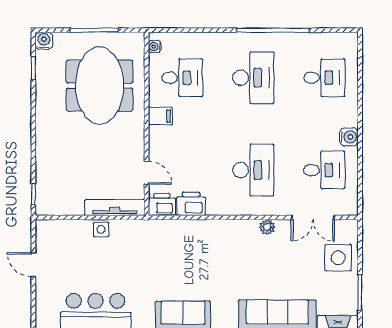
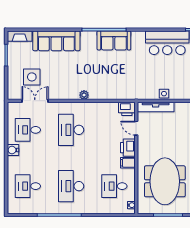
printer: (191, 204) -> (128, 148), moved, turned 90
plant: (267, 227) -> (84, 95), moved
side table: (338, 258) -> (32, 77), moved

